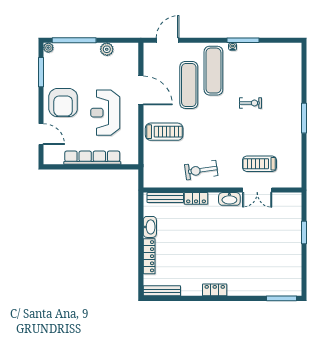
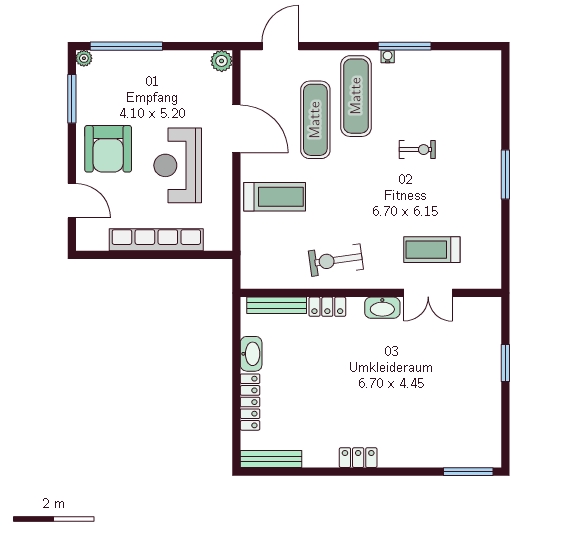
plant: (107, 49) -> (222, 61), moved

